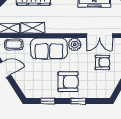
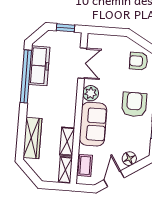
armchair: (102, 62) -> (138, 61), moved, turned -90
floor lamp: (22, 81) -> (129, 159), added

